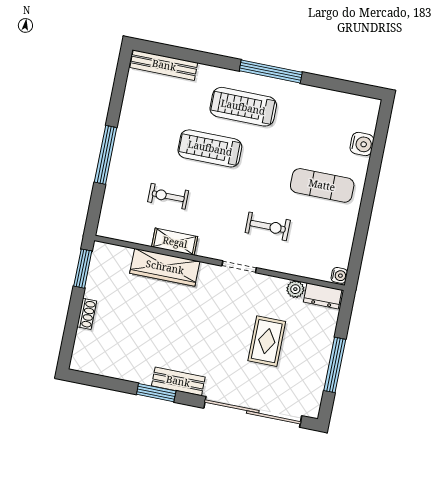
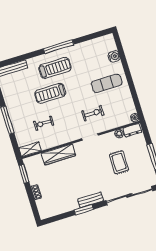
treadmill: (243, 107) -> (55, 68), turned 180
shelving: (175, 242) -> (30, 149), moved

